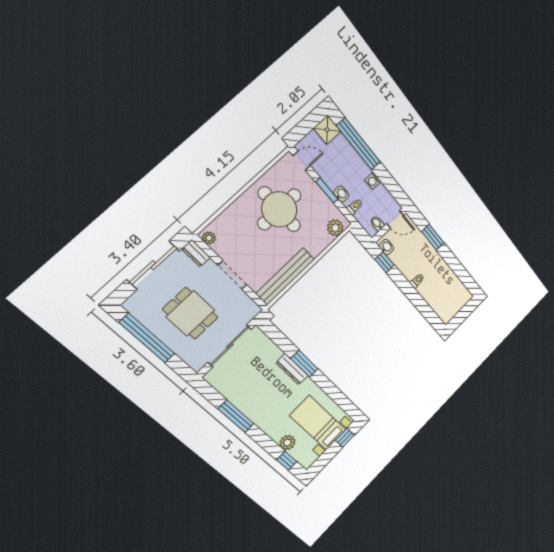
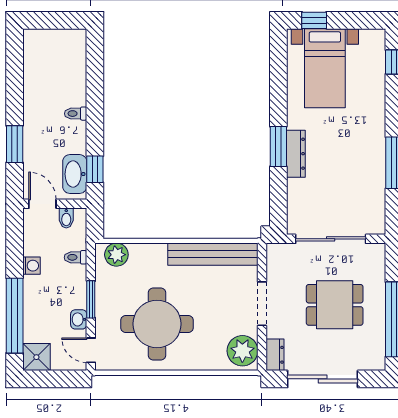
washbasin: (341, 194) -> (79, 319), moved
plant: (209, 238) -> (242, 351), width x1.88, depth x1.88
washbasin: (386, 247) -> (75, 174), width x1.91, depth x1.45
dining table: (190, 313) -> (335, 305), turned 90
plant: (287, 443) -> (374, 81), removed

